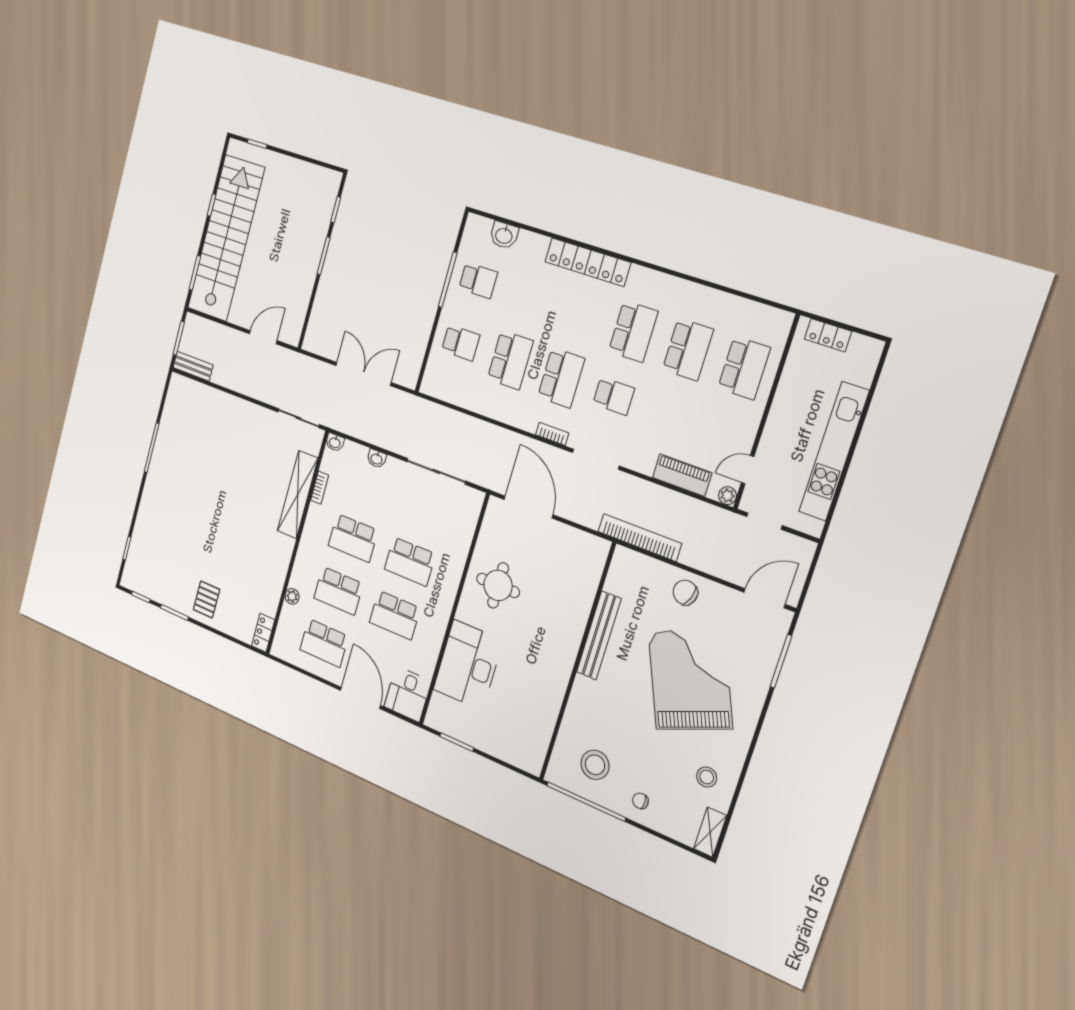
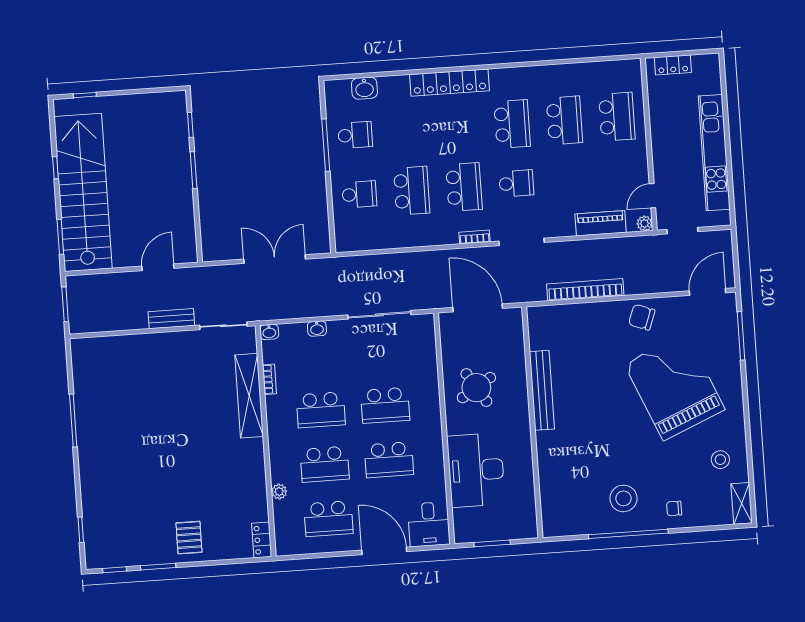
bench: (193, 366) -> (171, 319), moved
round table: (498, 585) -> (476, 388), turned -32
bench: (599, 635) -> (542, 390), moved
wall: (577, 662) -> (532, 422), moved

